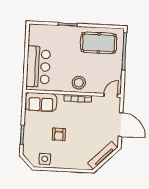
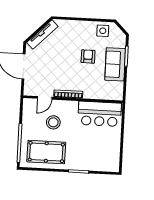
bar counter: (38, 67) -> (100, 114), moved, turned -90
stool: (79, 83) -> (53, 122), moved
door: (111, 95) -> (45, 98), moved
sofa: (41, 102) -> (115, 64), moved, turned -90

